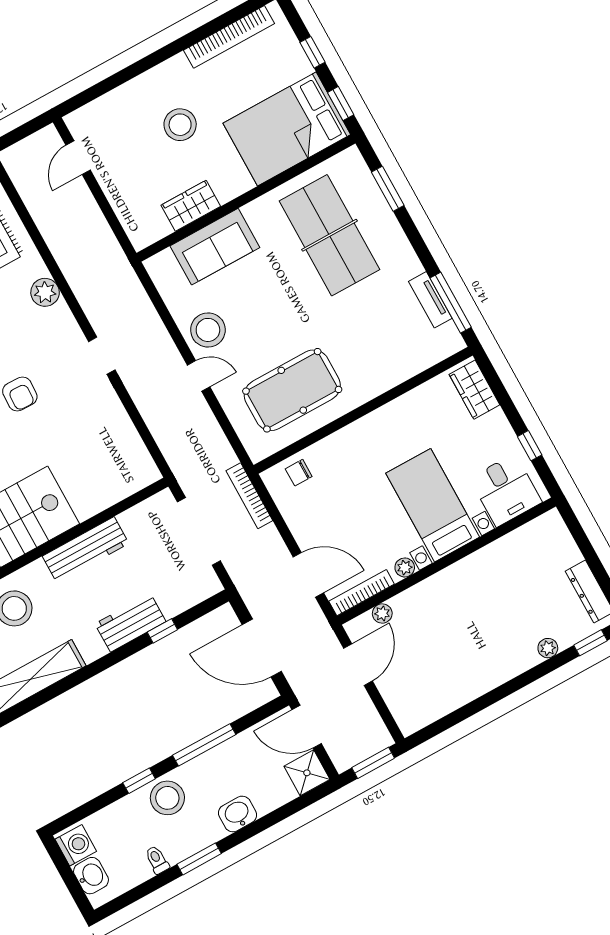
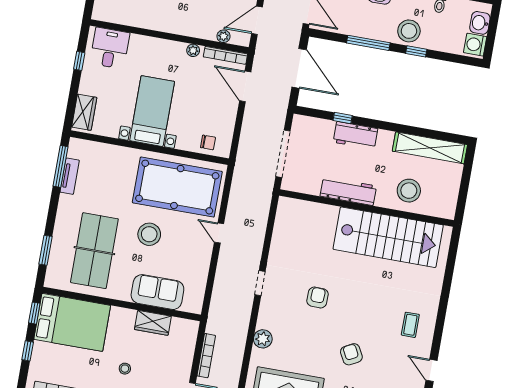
stool: (180, 125) -> (125, 369), width x0.53, depth x0.53
stool: (208, 330) -> (149, 234), moved
pool table: (292, 390) -> (177, 187), width x1.36, depth x1.32
bookcase: (249, 496) -> (206, 356), moved
bed with nightstands: (433, 505) -> (152, 111), moved, turned 180

